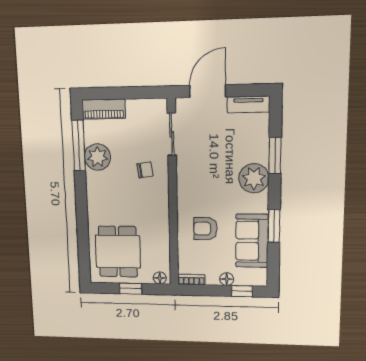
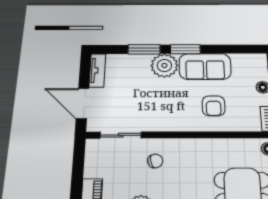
chair: (145, 170) -> (155, 161), turned 85
window: (274, 226) -> (185, 49), moved
sofa: (252, 241) -> (205, 66), moved

